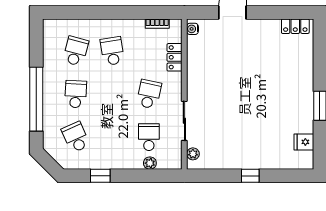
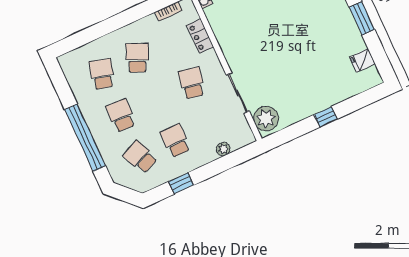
school desk: (112, 51) -> (137, 58), turned 33
school desk: (149, 137) -> (175, 141), moved
plant: (193, 154) -> (266, 119), width x1.88, depth x1.88

